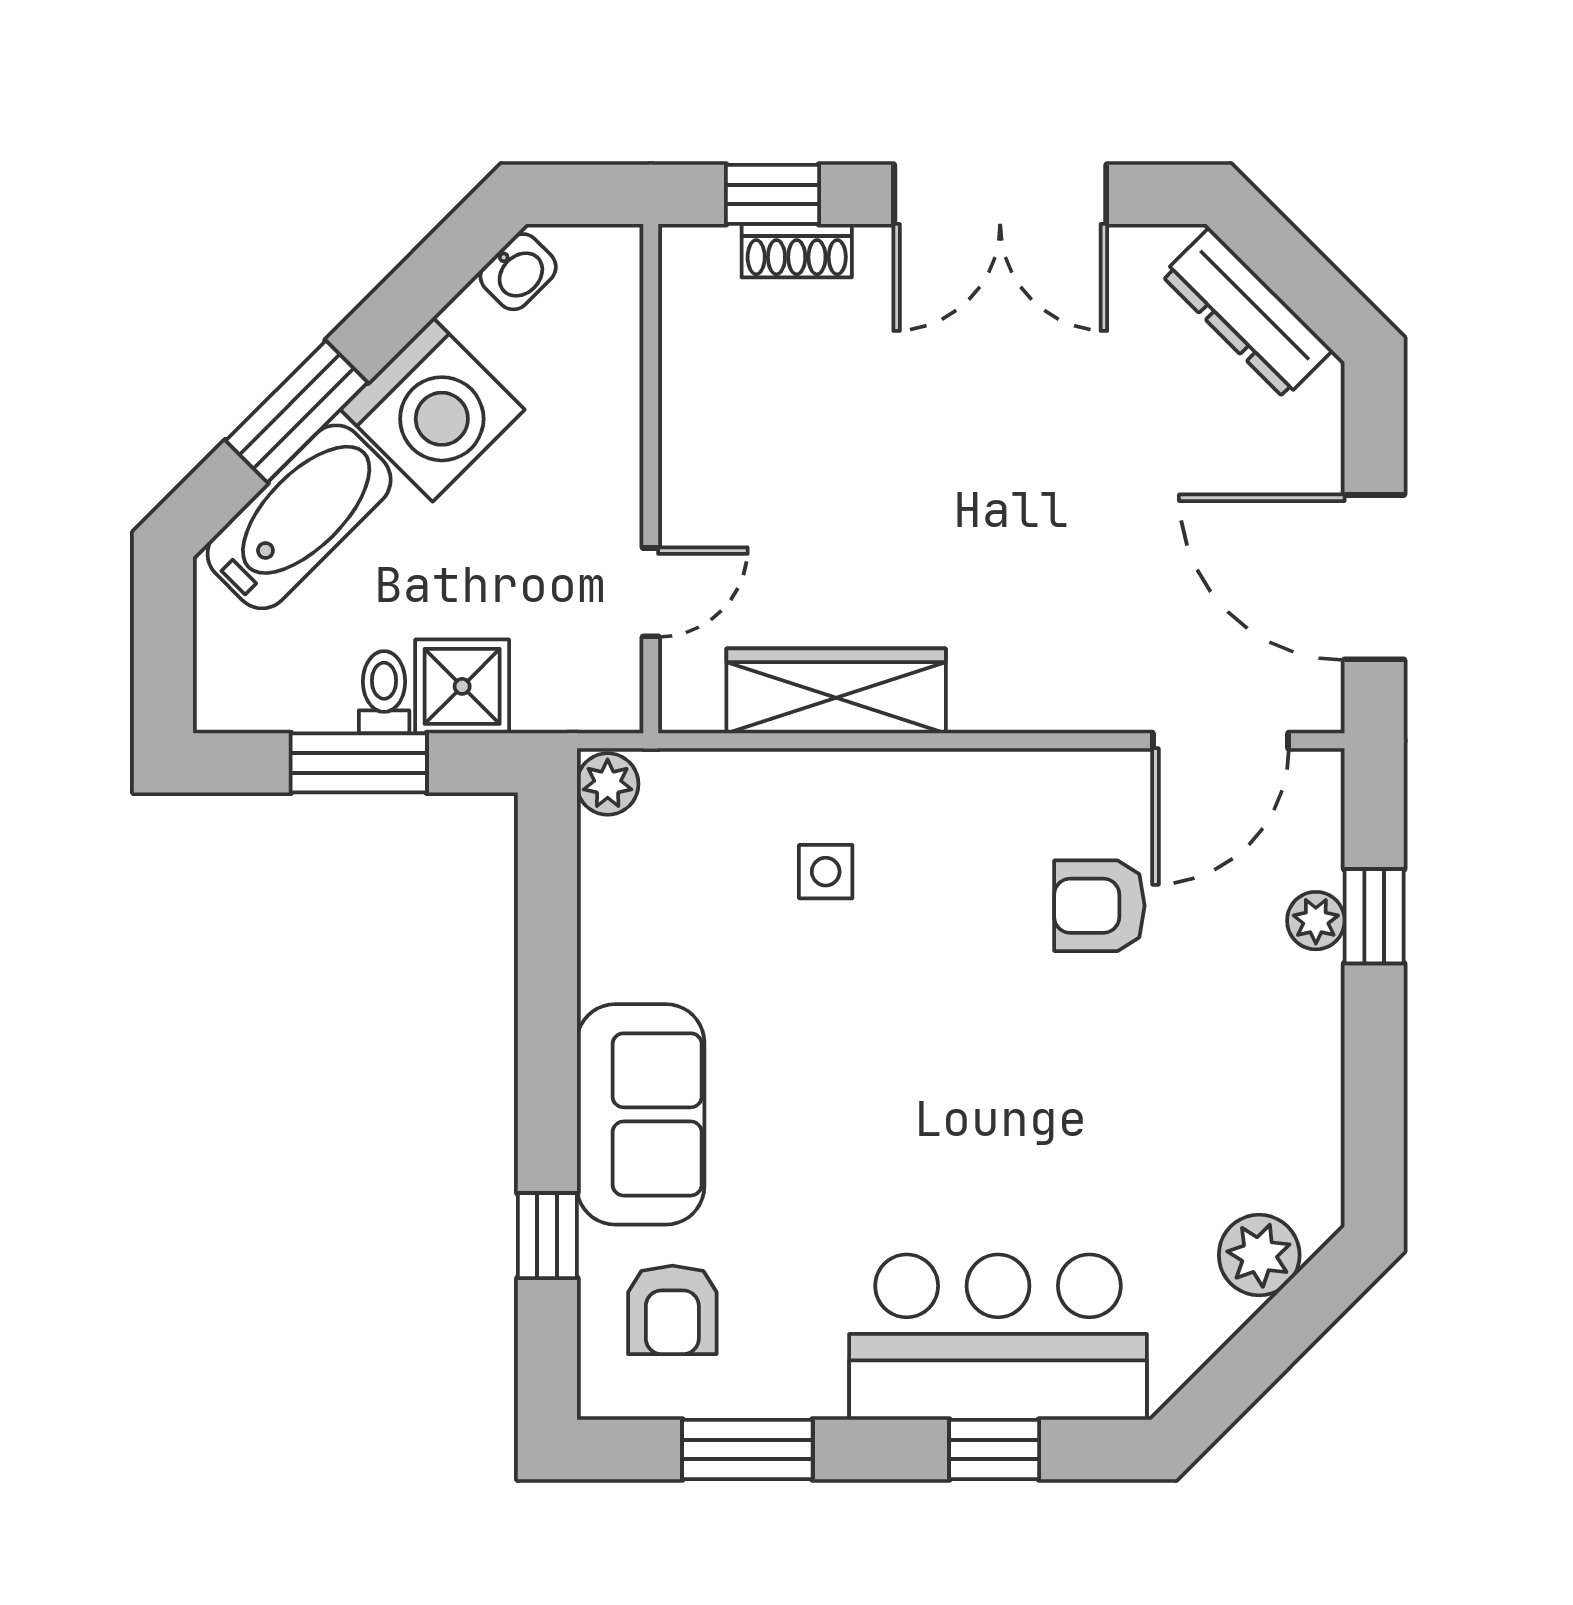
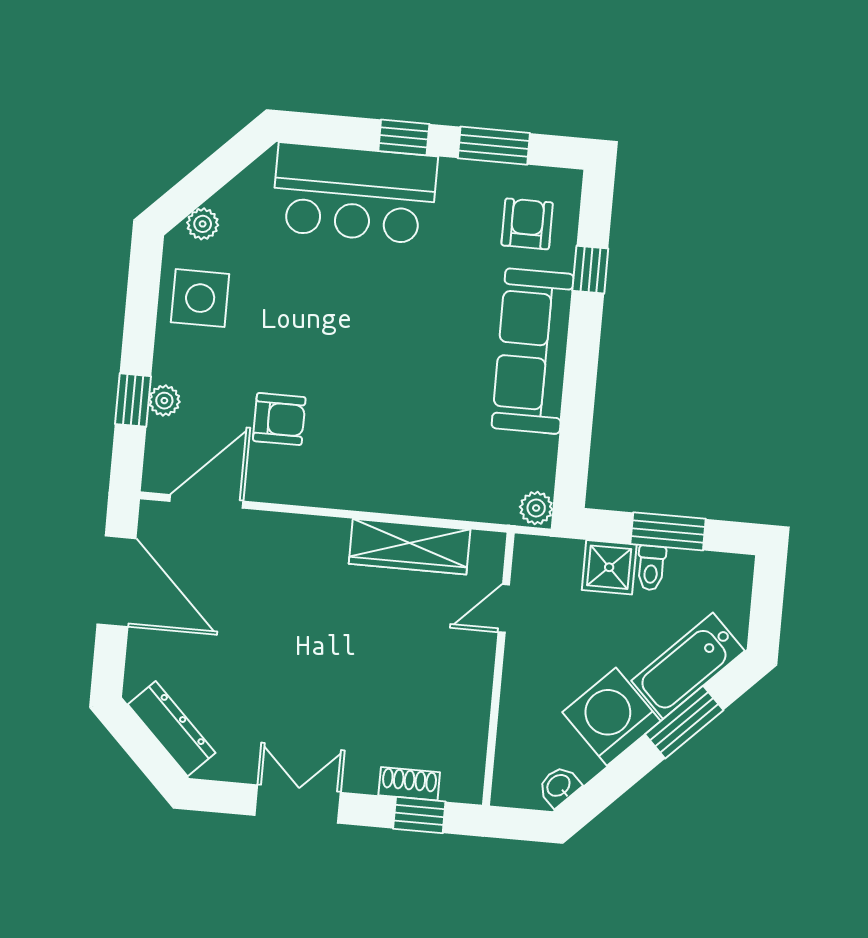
double door: (1000, 194) -> (298, 804), width x0.73
side table: (826, 872) -> (200, 298), moved, width x1.87, depth x1.87
sofa: (641, 1114) -> (533, 351), width x1.36
plant: (1259, 1255) -> (203, 224), width x0.73, depth x0.73
window: (994, 1449) -> (404, 137), moved

